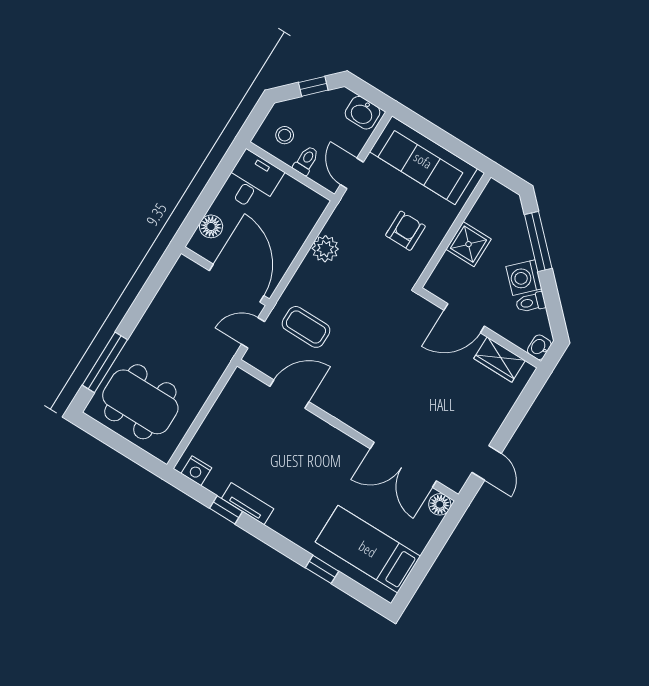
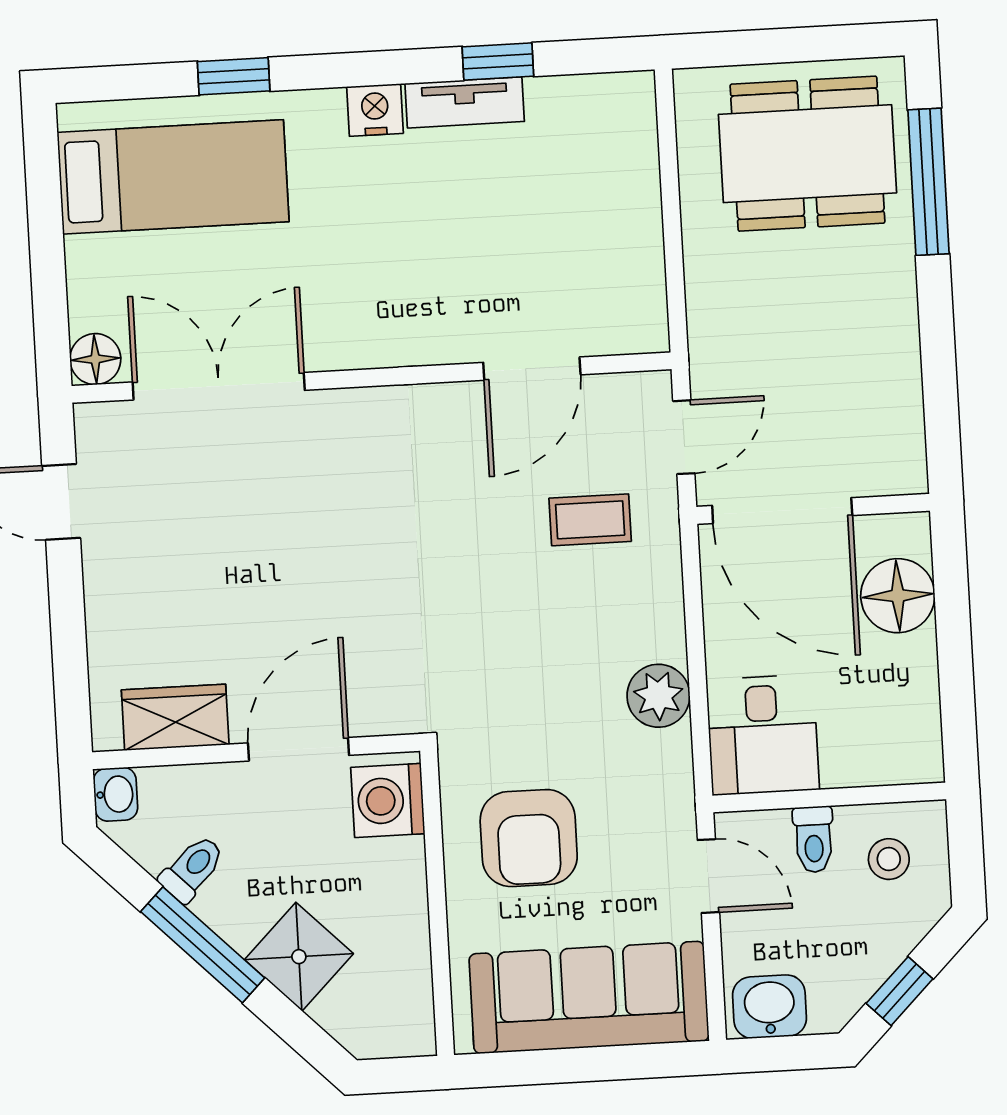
desk: (253, 181) -> (763, 735), moved
floor lamp: (211, 226) -> (898, 596), width x1.38, depth x1.38
armchair: (405, 231) -> (529, 838), width x1.38, depth x1.38
window: (538, 241) -> (203, 945), moved
shower: (469, 244) -> (299, 957), moved, turned 45
washing machine: (524, 278) -> (388, 800), moved, turned -135
coffee table: (306, 327) -> (590, 520), width x0.73, depth x0.77
nightstand: (196, 471) -> (375, 110), moved

